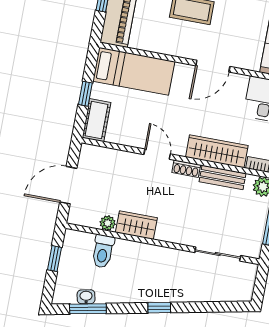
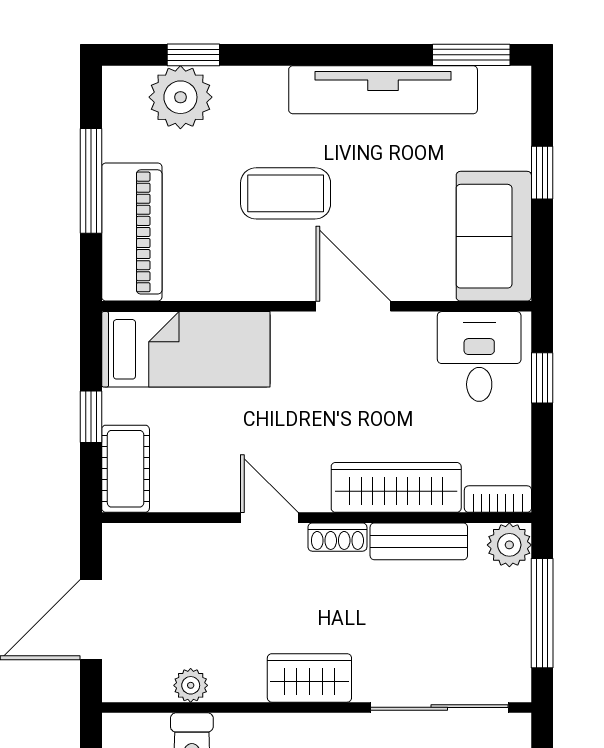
door: (213, 66) -> (353, 306), swing flipped
wardrobe: (136, 225) -> (309, 678), moved
sliding door: (218, 254) -> (439, 707), width x1.37

